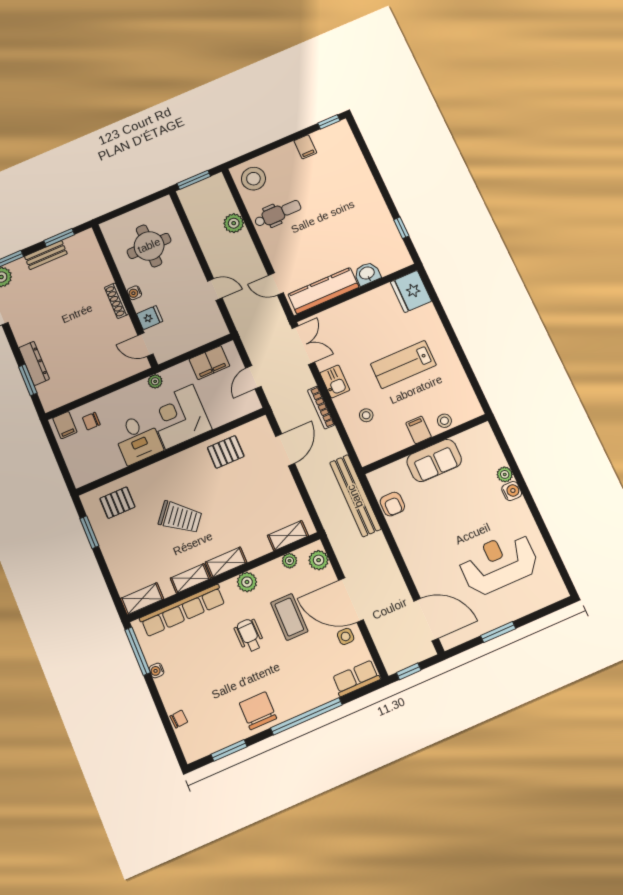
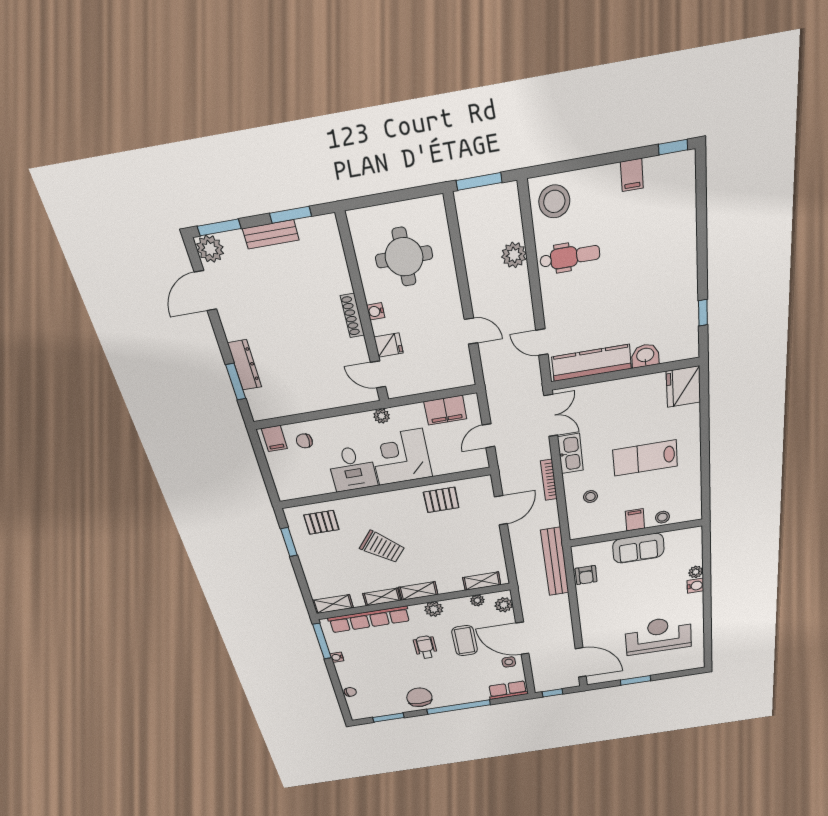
kitchen sink: (335, 381) -> (570, 454), width x1.38

